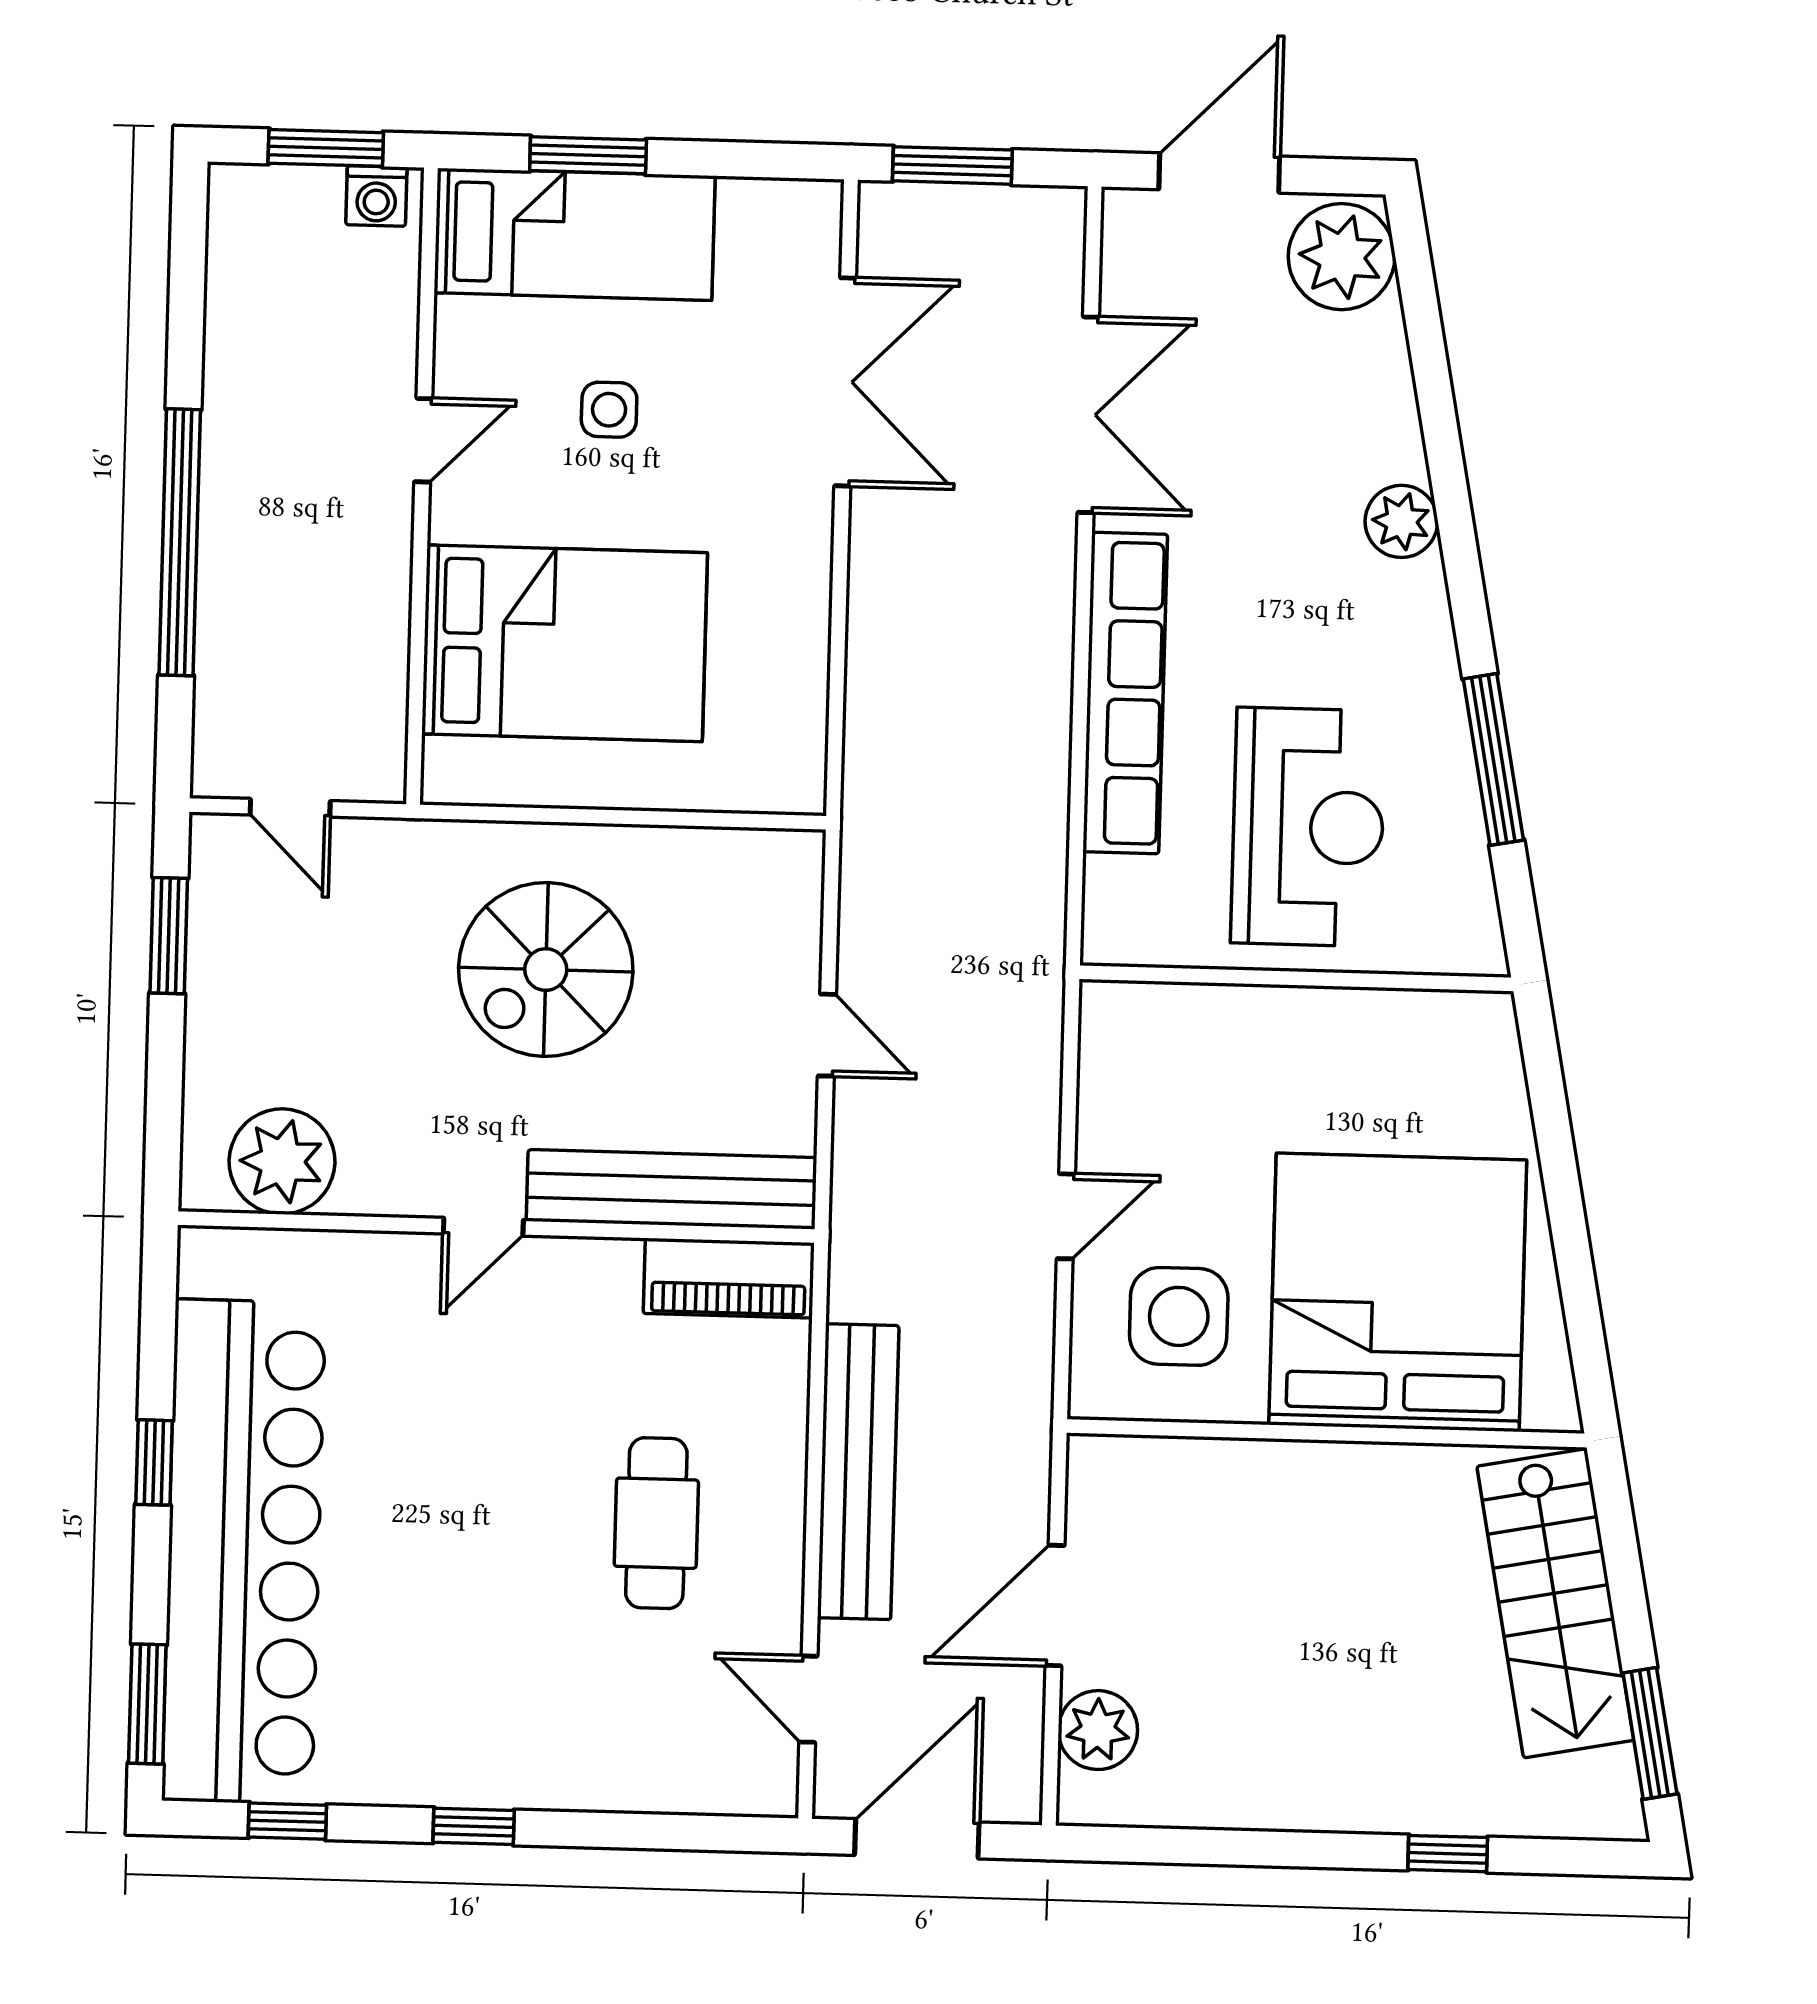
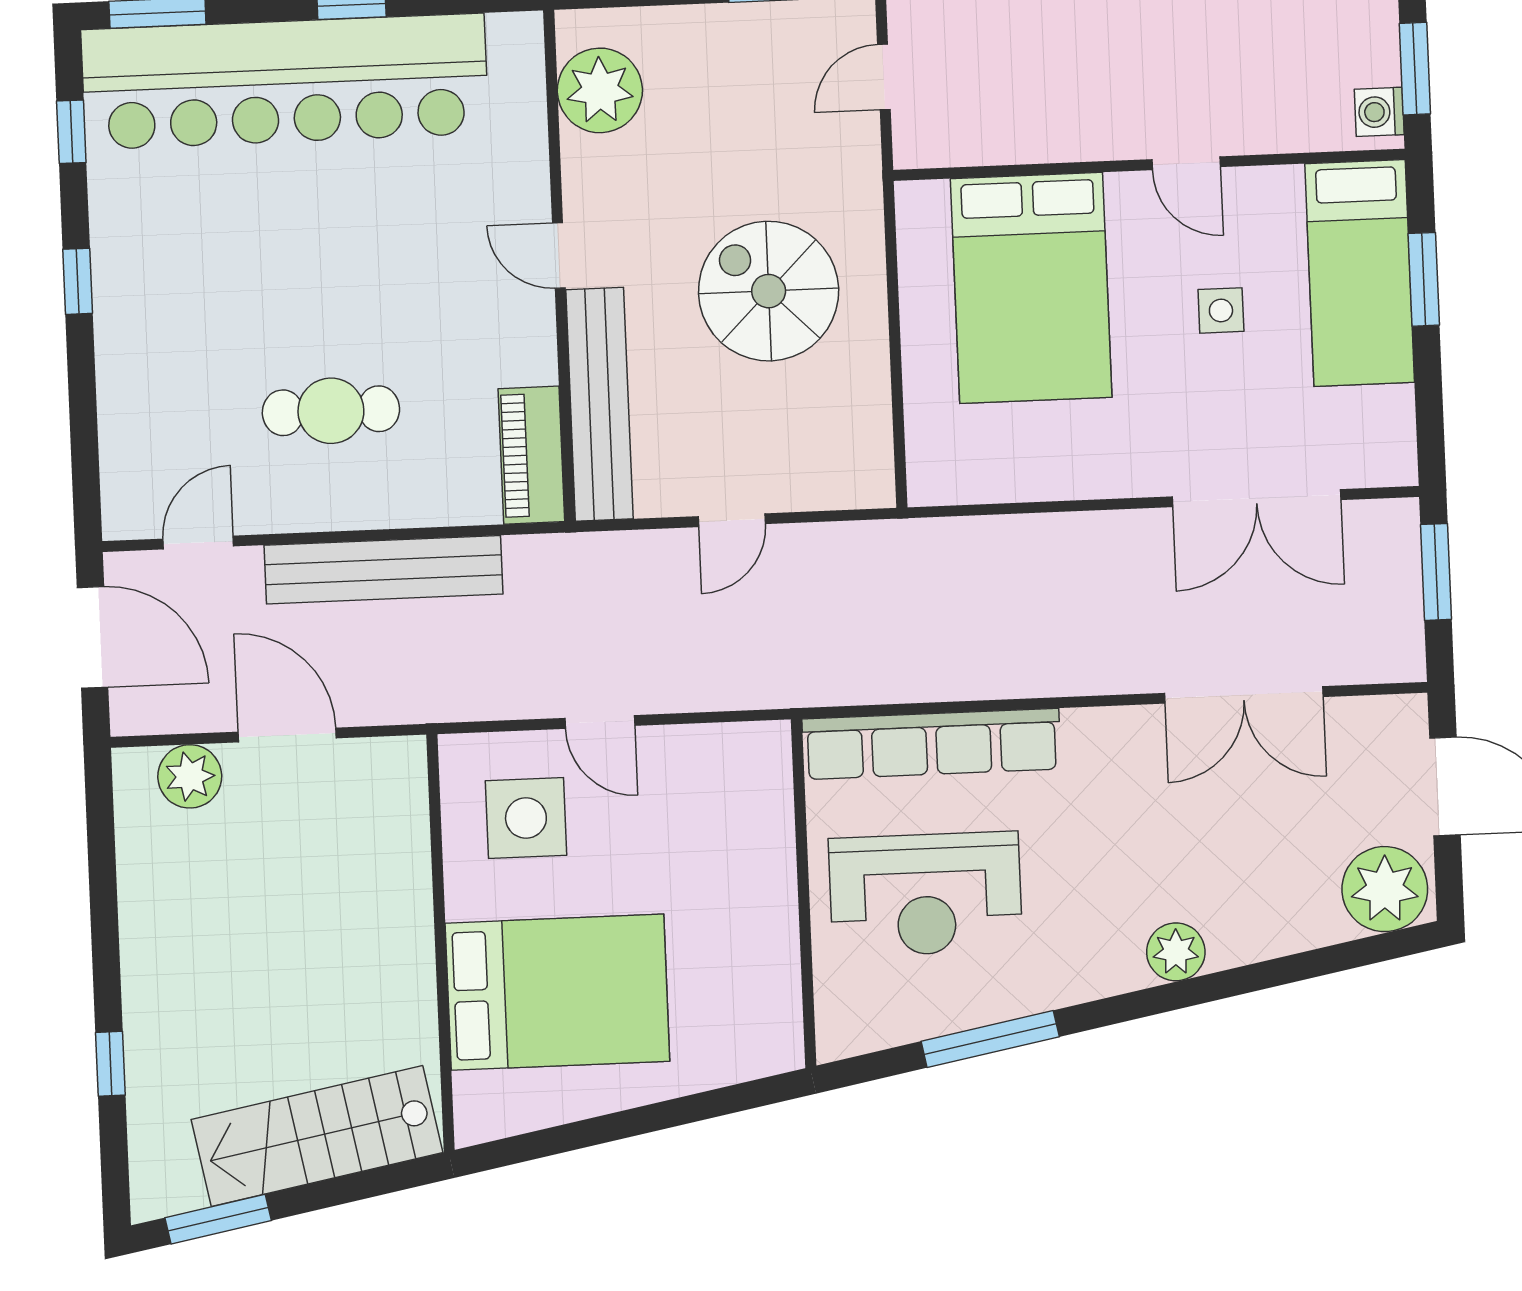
row of seats: (1125, 693) -> (931, 744), moved
bed: (1398, 1292) -> (557, 992), width x0.73

